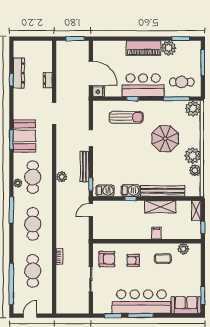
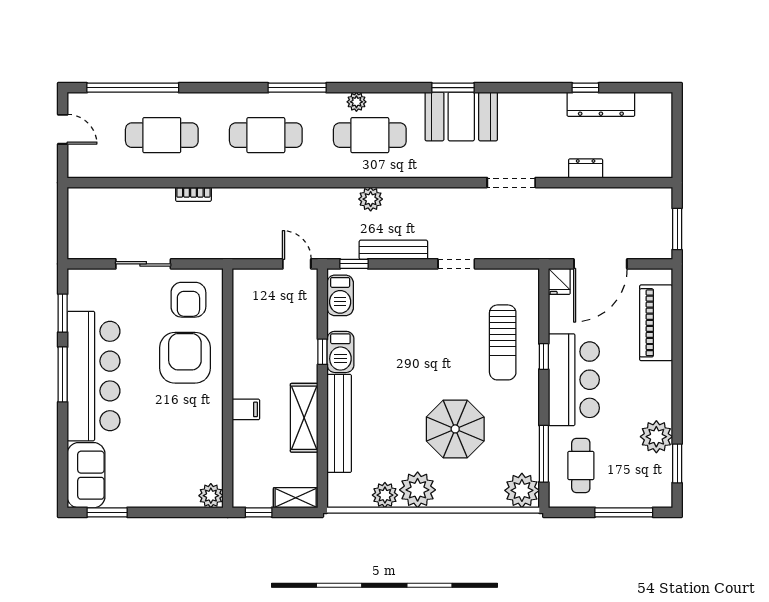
piano: (144, 48) -> (656, 323), moved
plant: (183, 249) -> (211, 496), moved
coffee table: (163, 259) -> (189, 424), removed
armchair: (133, 260) -> (185, 358), width x1.88, depth x1.88

